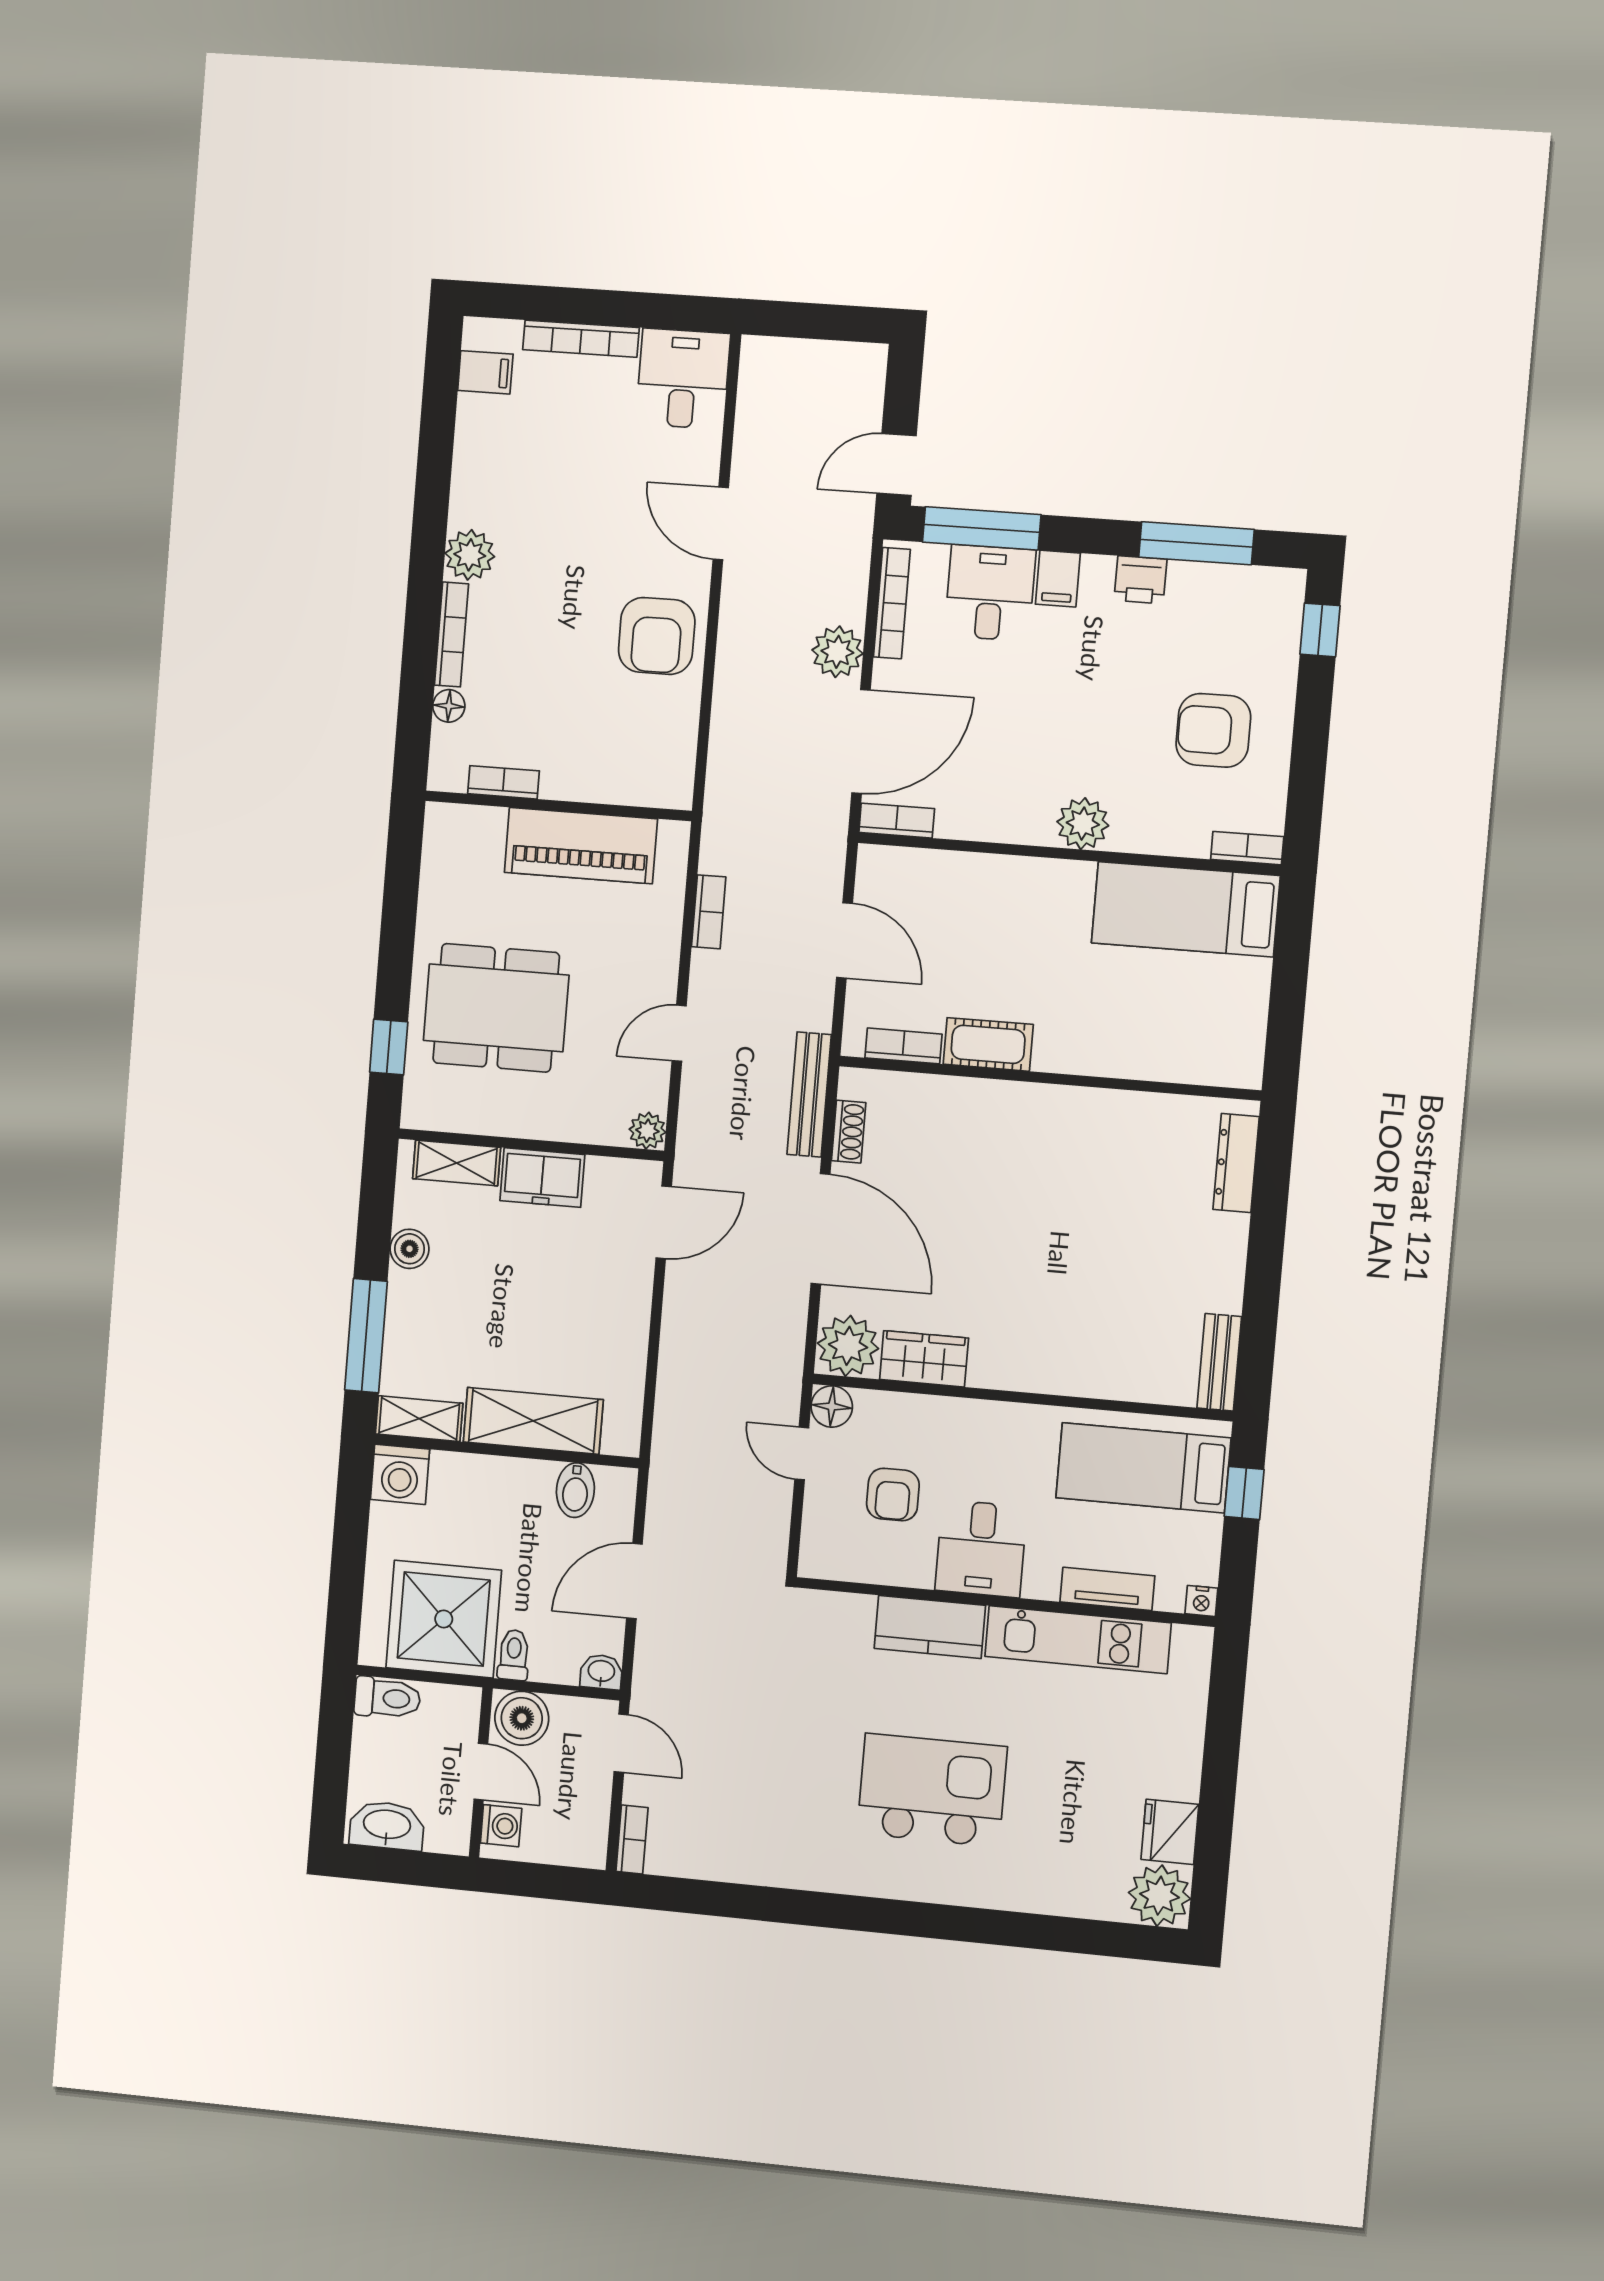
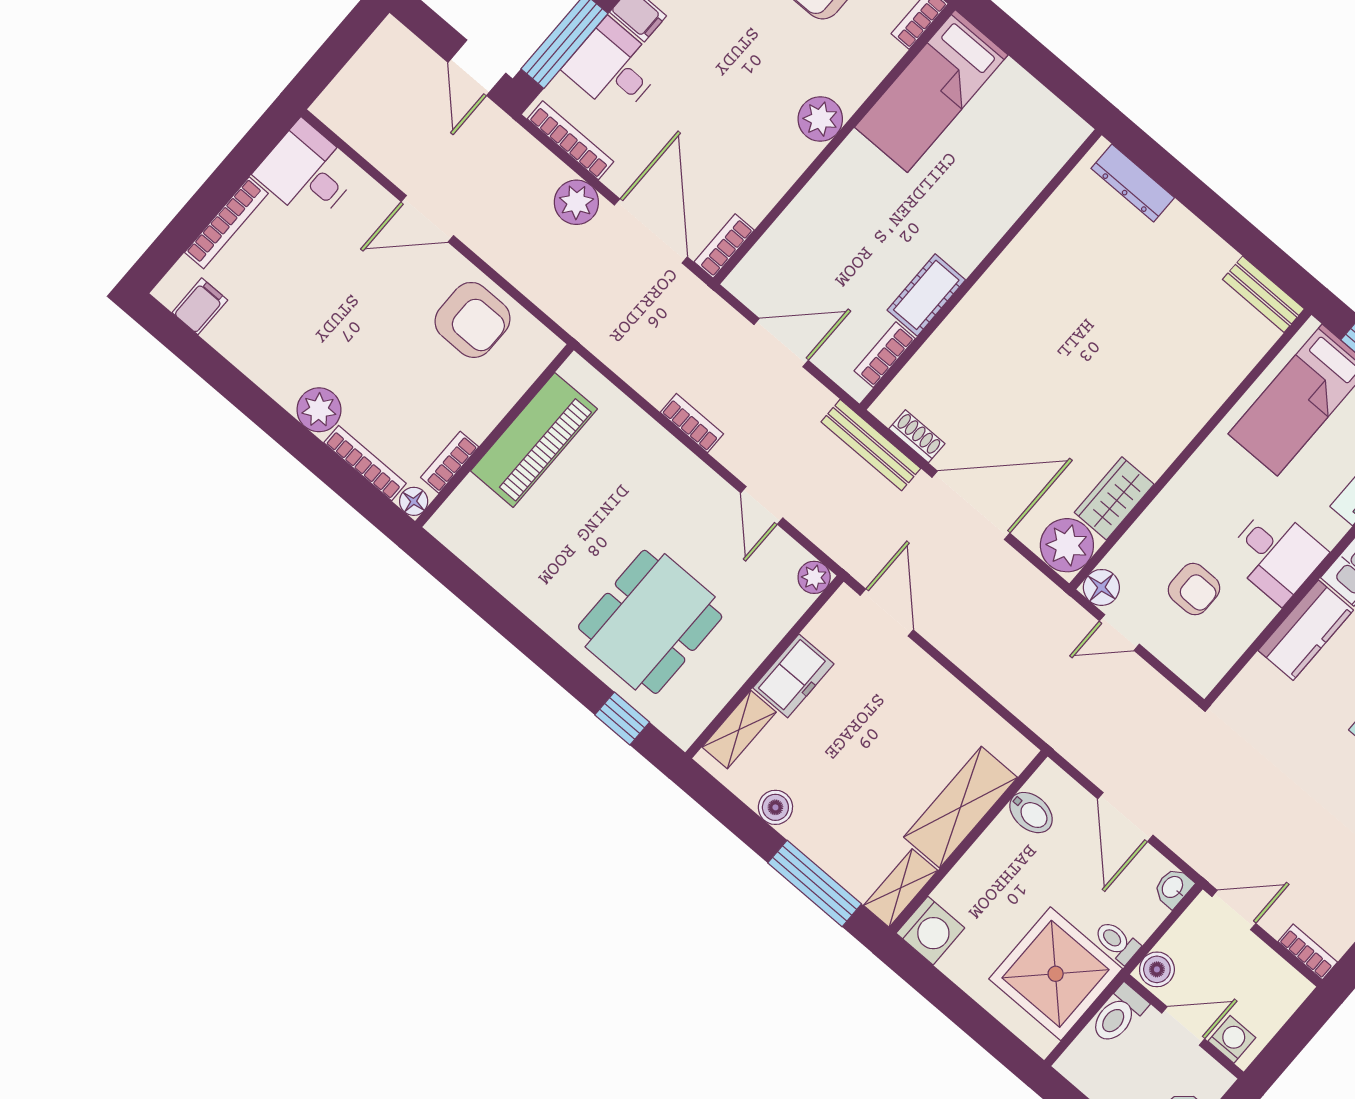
bookcase: (503, 782) -> (450, 462), moved
wall: (558, 806) -> (494, 436), moved
piano: (581, 846) -> (534, 440), moved
toilet: (387, 1698) -> (1118, 1014), moved, turned 180
boiler: (522, 1718) -> (1157, 969), width x0.73, depth x0.73

